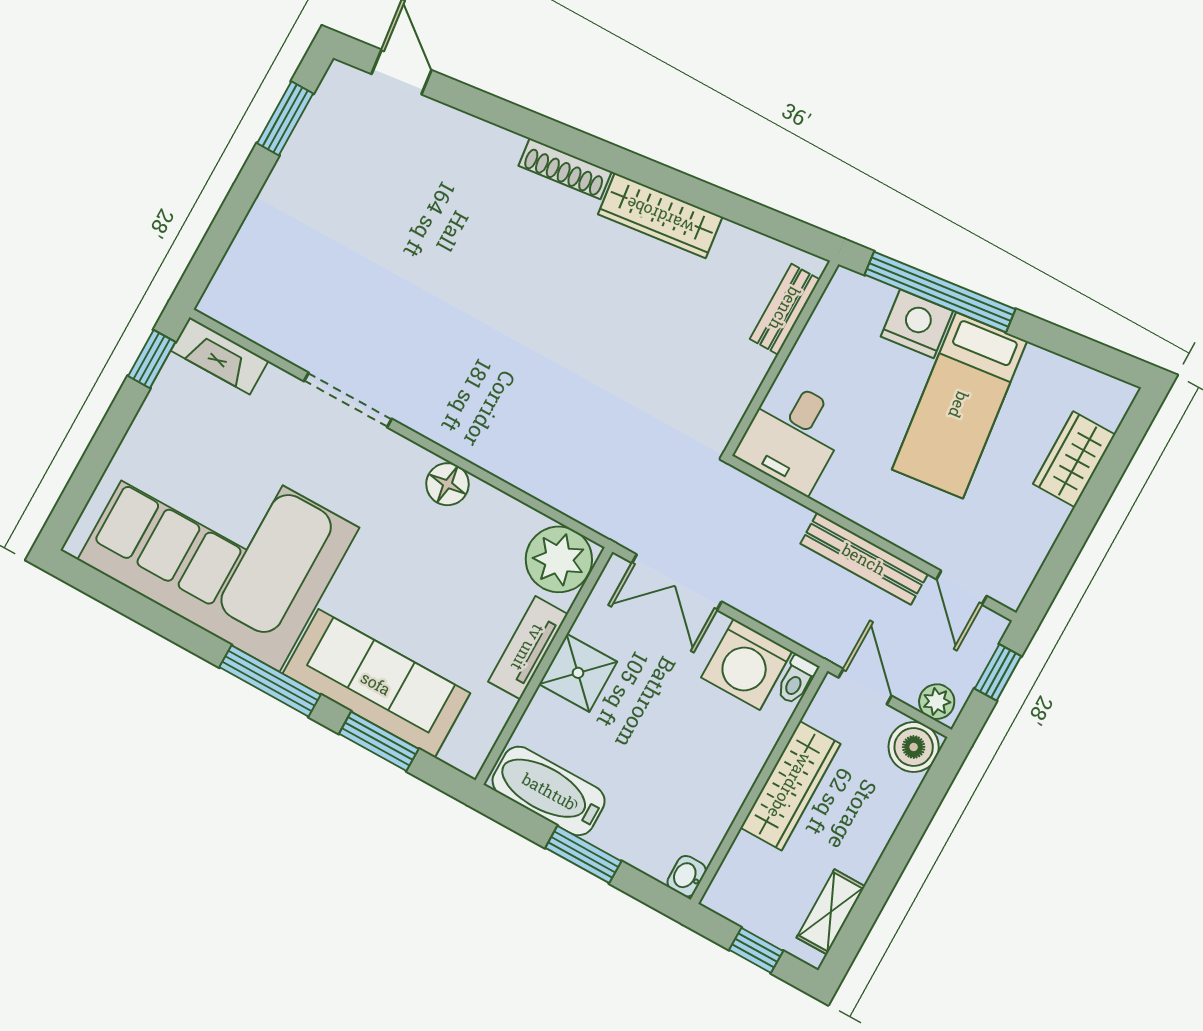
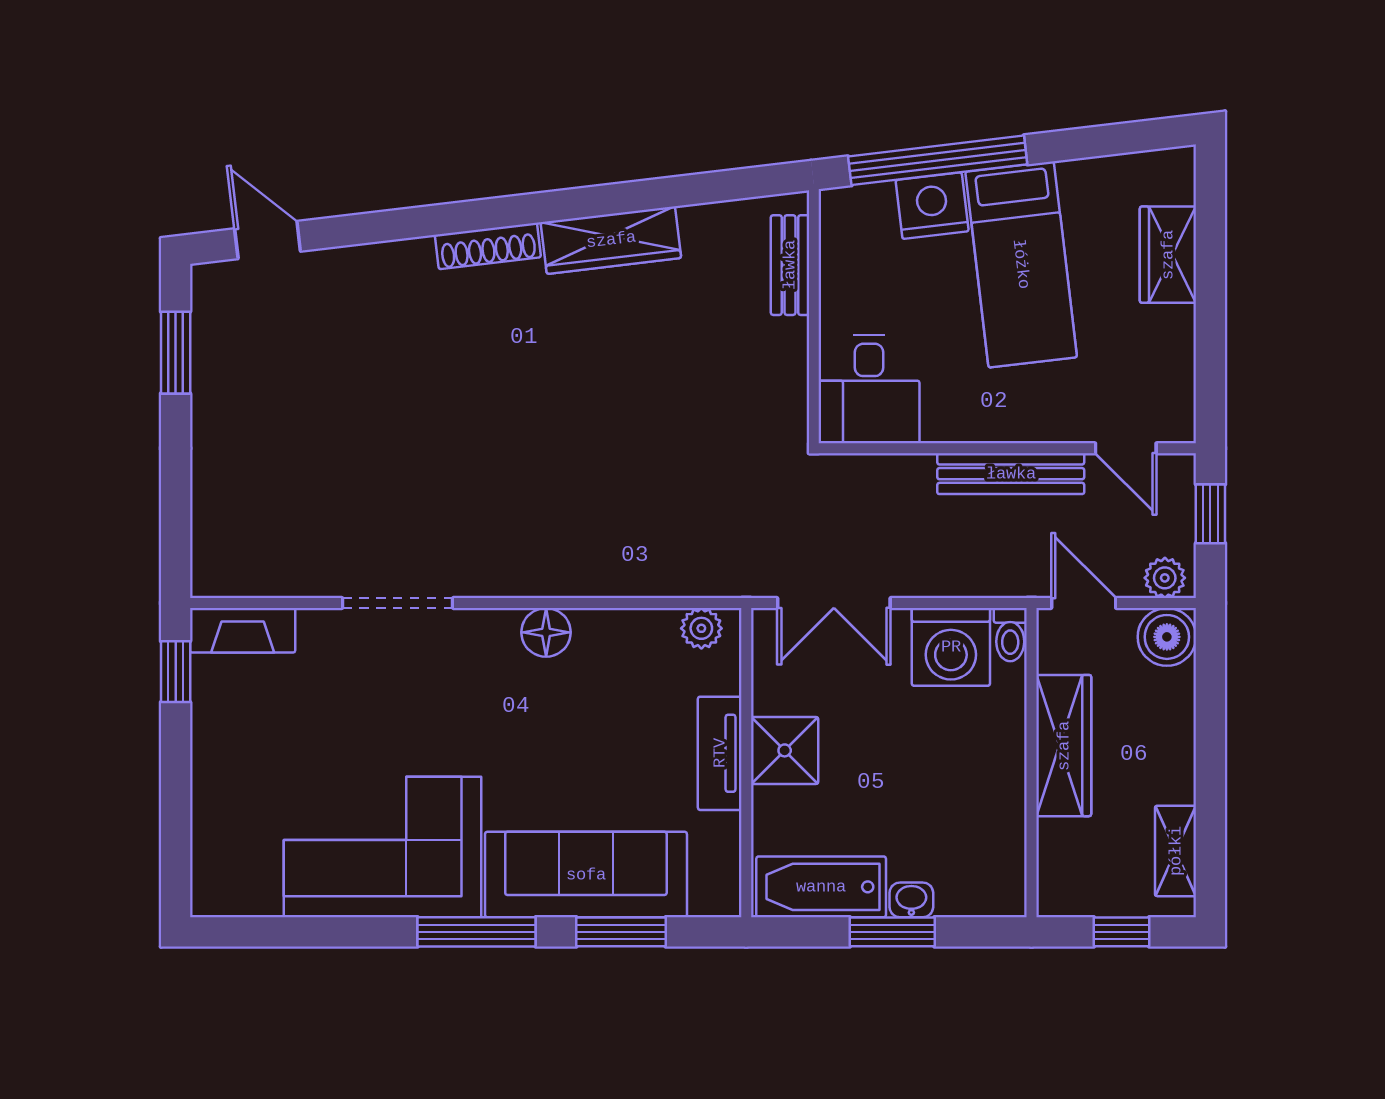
corner sofa: (218, 544) -> (383, 847), width x0.73, depth x0.74
plant: (559, 559) -> (701, 628), width x0.53, depth x0.53
washbasin: (687, 876) -> (911, 900), moved, turned 90

